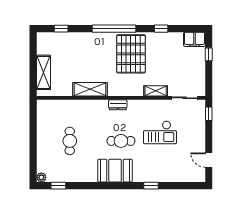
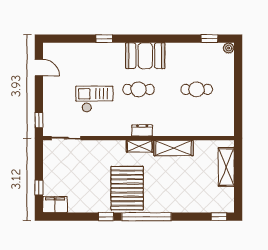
window: (61, 29) -> (219, 217), moved
window: (161, 29) -> (106, 217), moved
shelving: (156, 91) -> (140, 146), moved
cafe table: (70, 141) -> (197, 89), turned 90

